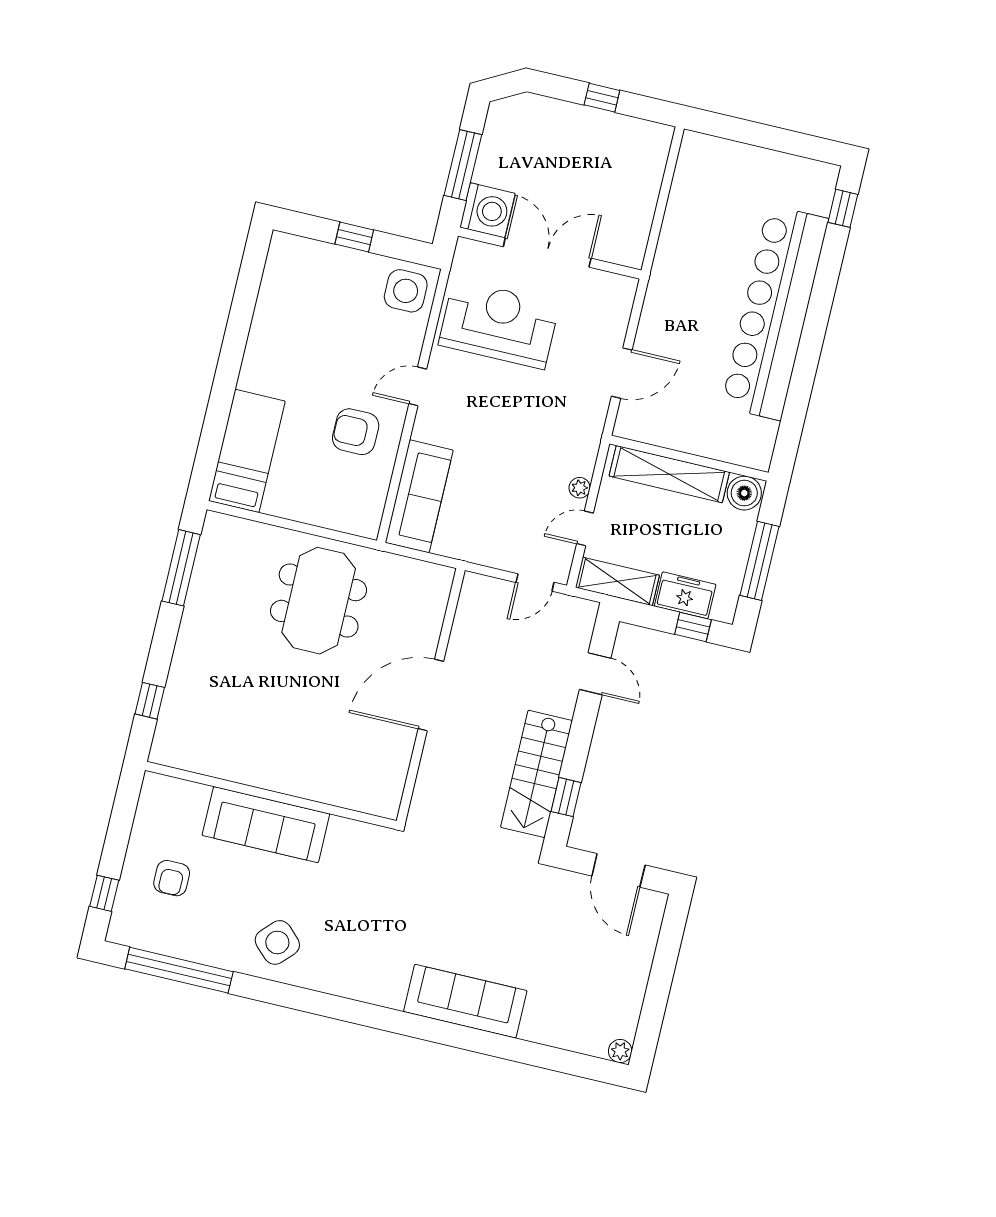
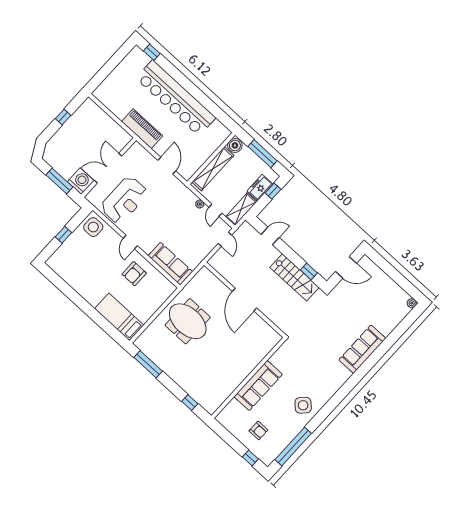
piano: (670, 278) -> (142, 129), added
reception desk: (499, 324) -> (124, 200), turned 180

